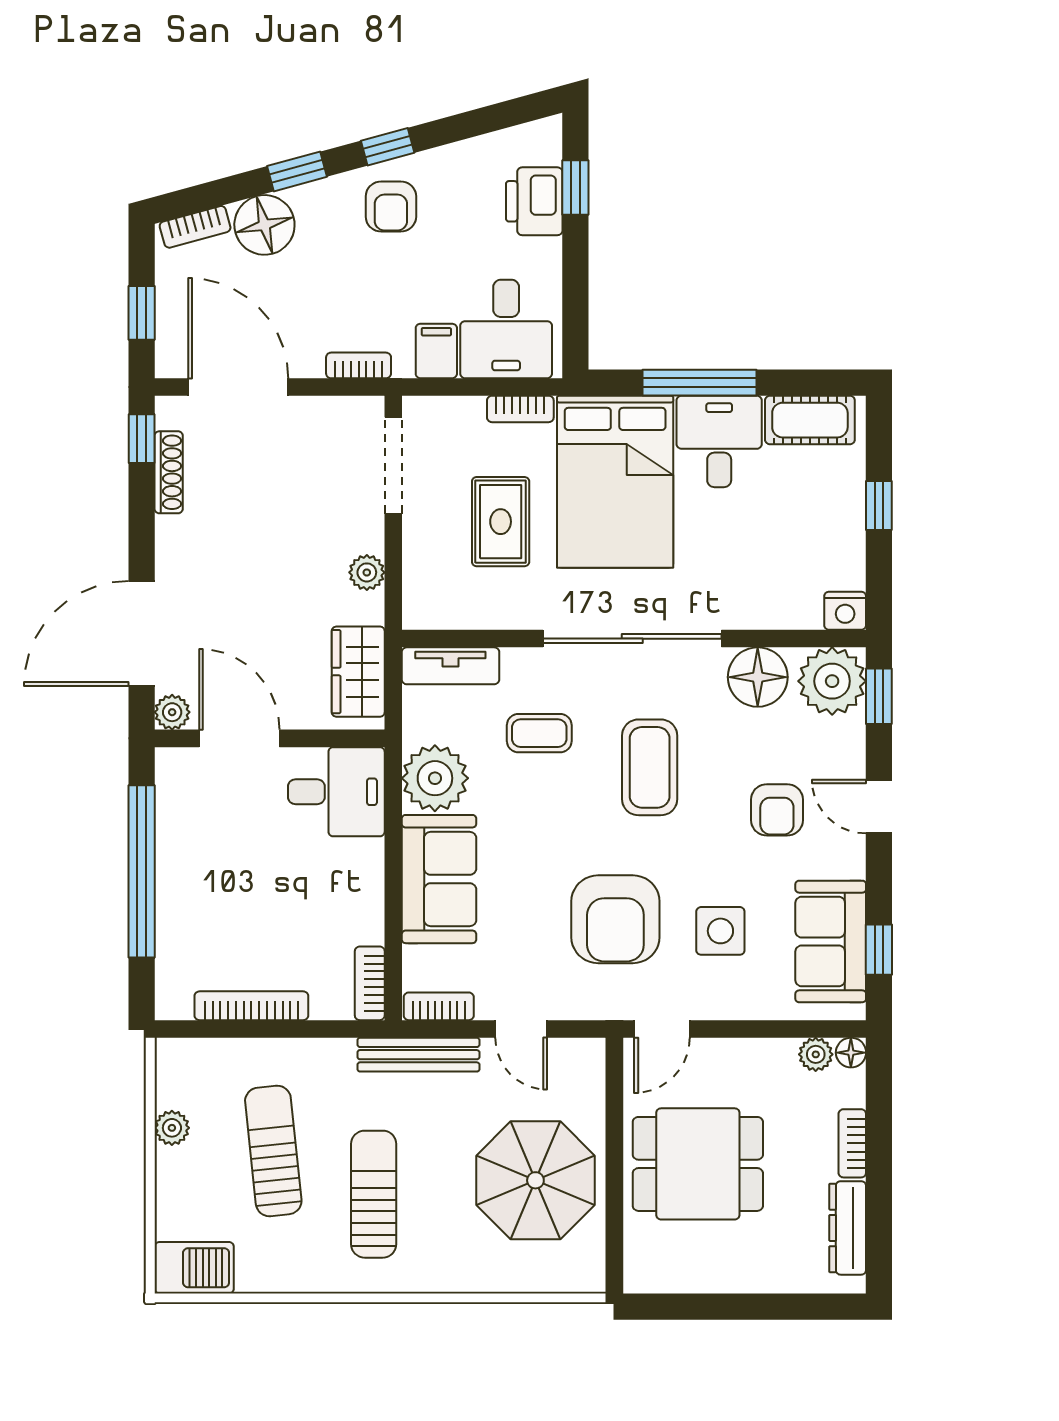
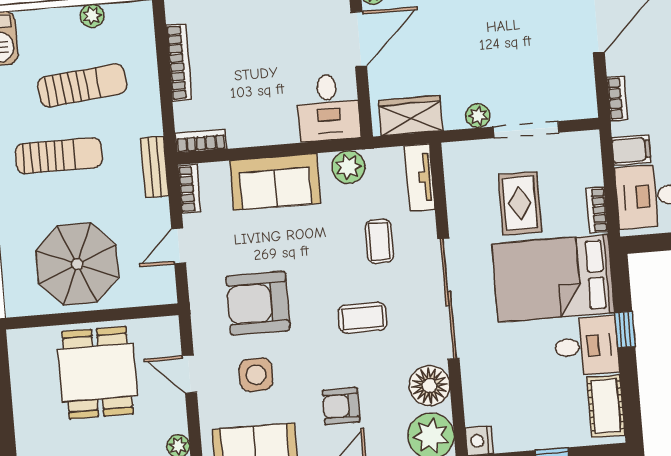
window: (699, 383) -> (625, 330), width x0.46
doorway: (393, 465) -> (526, 130), moved
rug: (501, 522) -> (520, 203), turned 90
coffee table: (650, 767) -> (362, 318), width x0.73, depth x0.77
plant: (435, 778) -> (348, 167), width x0.73, depth x0.73
door: (662, 1029) -> (189, 374), moved
bench: (418, 1055) -> (155, 167), width x0.73

